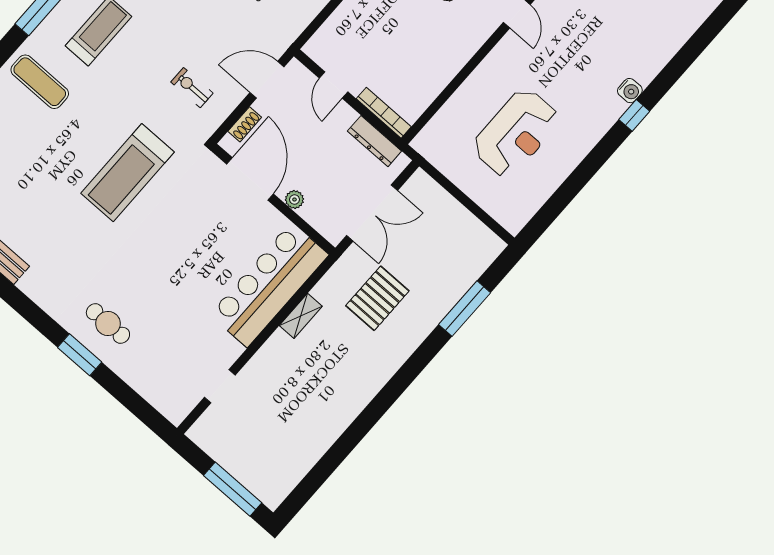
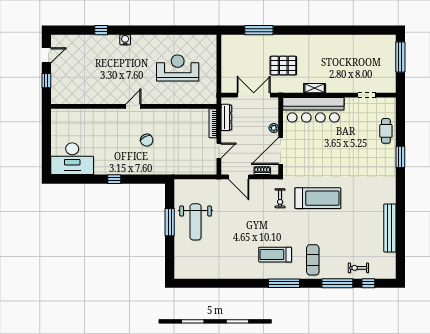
exercise bike: (192, 88) -> (280, 198), moved
window: (634, 115) -> (101, 30), moved
cafe table: (108, 324) -> (386, 131), moved

